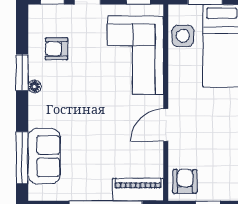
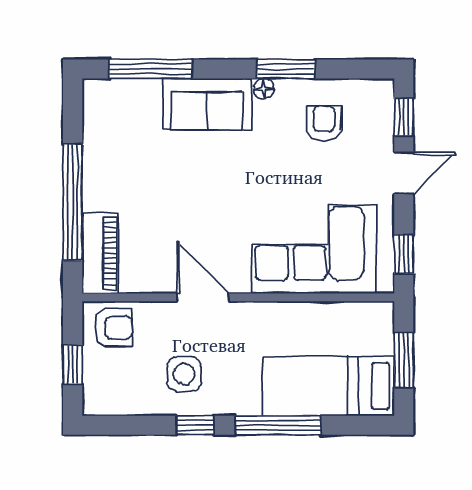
side table: (183, 36) -> (184, 374), moved
sofa: (44, 156) -> (207, 104), moved

